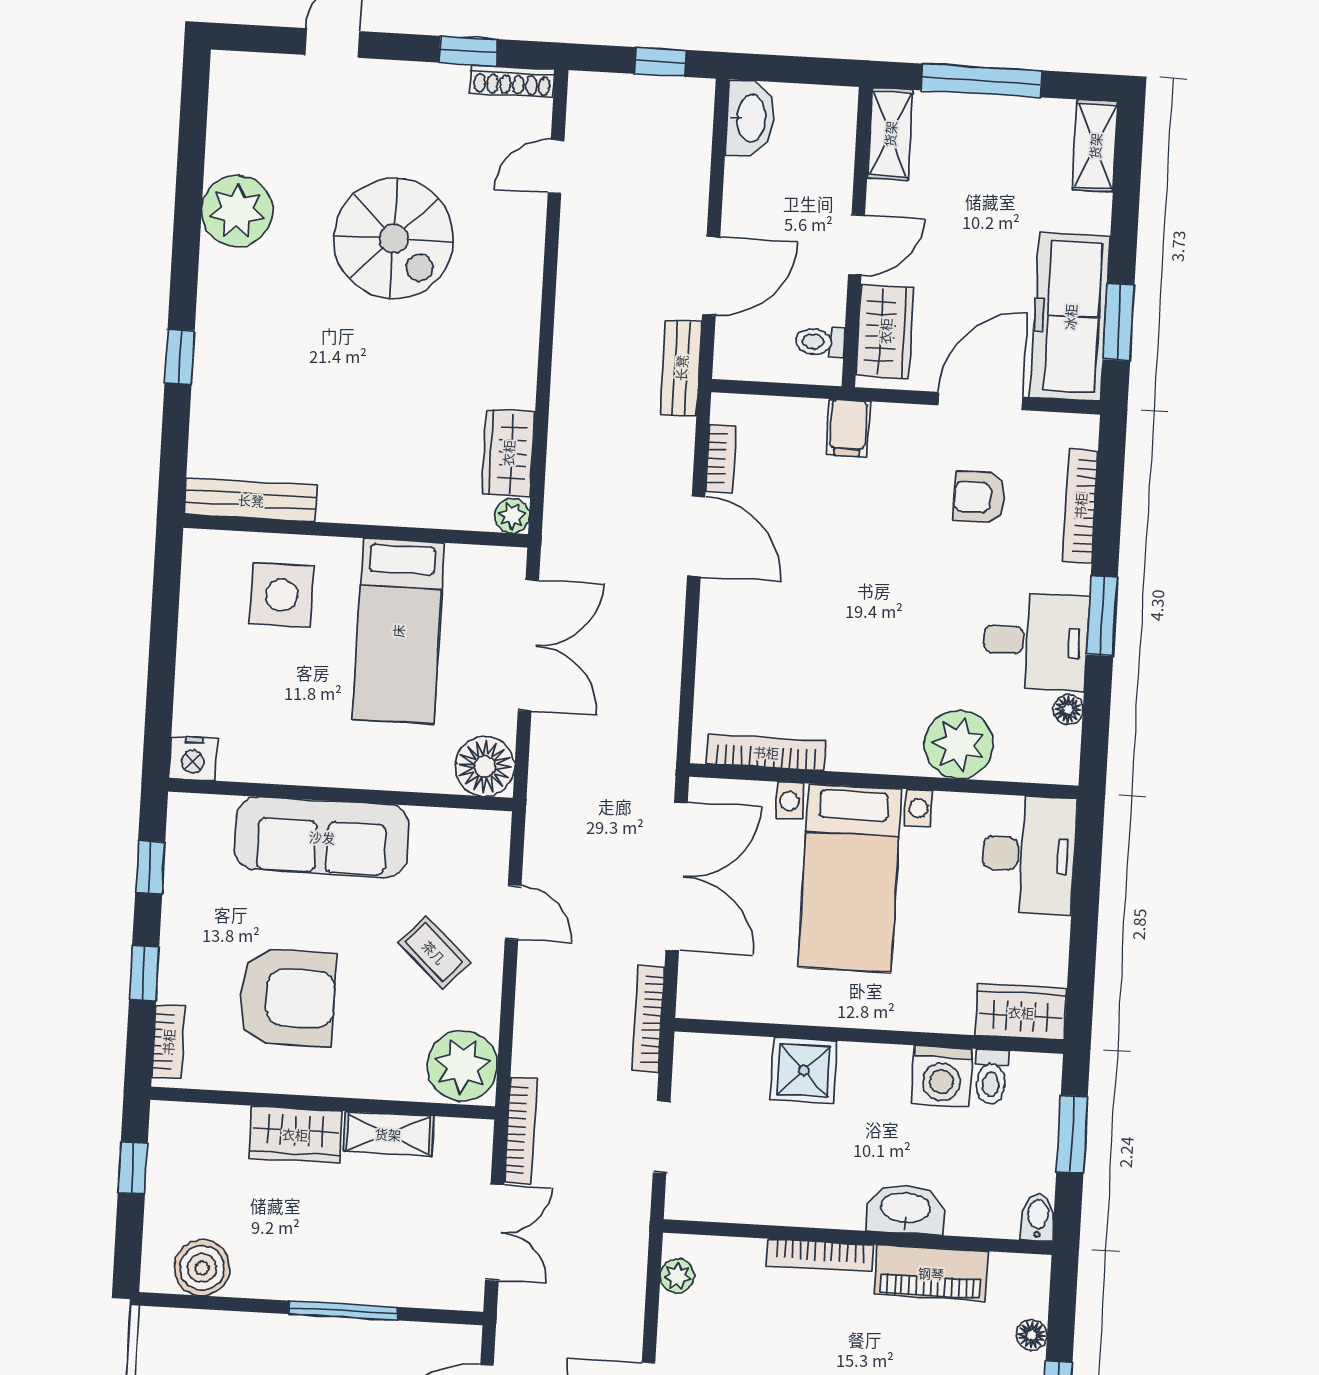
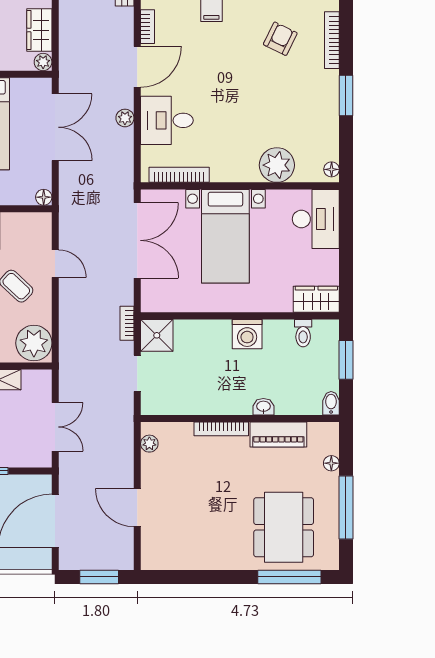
armchair: (980, 497) -> (280, 39), turned 116
door: (696, 536) -> (137, 67), hinge flipped
plant: (666, 635) -> (125, 118), added
desk: (1036, 641) -> (167, 120), moved, turned 180
floor lamp: (1068, 709) -> (332, 169), moved
floor lamp: (485, 766) -> (44, 197), width x0.53, depth x0.53
bookcase: (648, 1019) -> (127, 323), width x0.64
shower: (804, 1070) -> (157, 335), moved
washing machine: (942, 1076) -> (247, 334), moved
bookcase: (521, 1131) -> (65, 374), removed
washbasin: (905, 1209) -> (263, 407), width x0.52, depth x0.69

